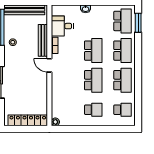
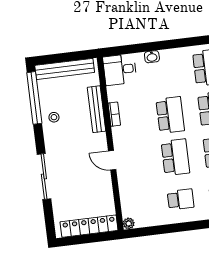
desk: (62, 26) -> (120, 70), moved
door: (49, 65) -> (112, 160), moved

